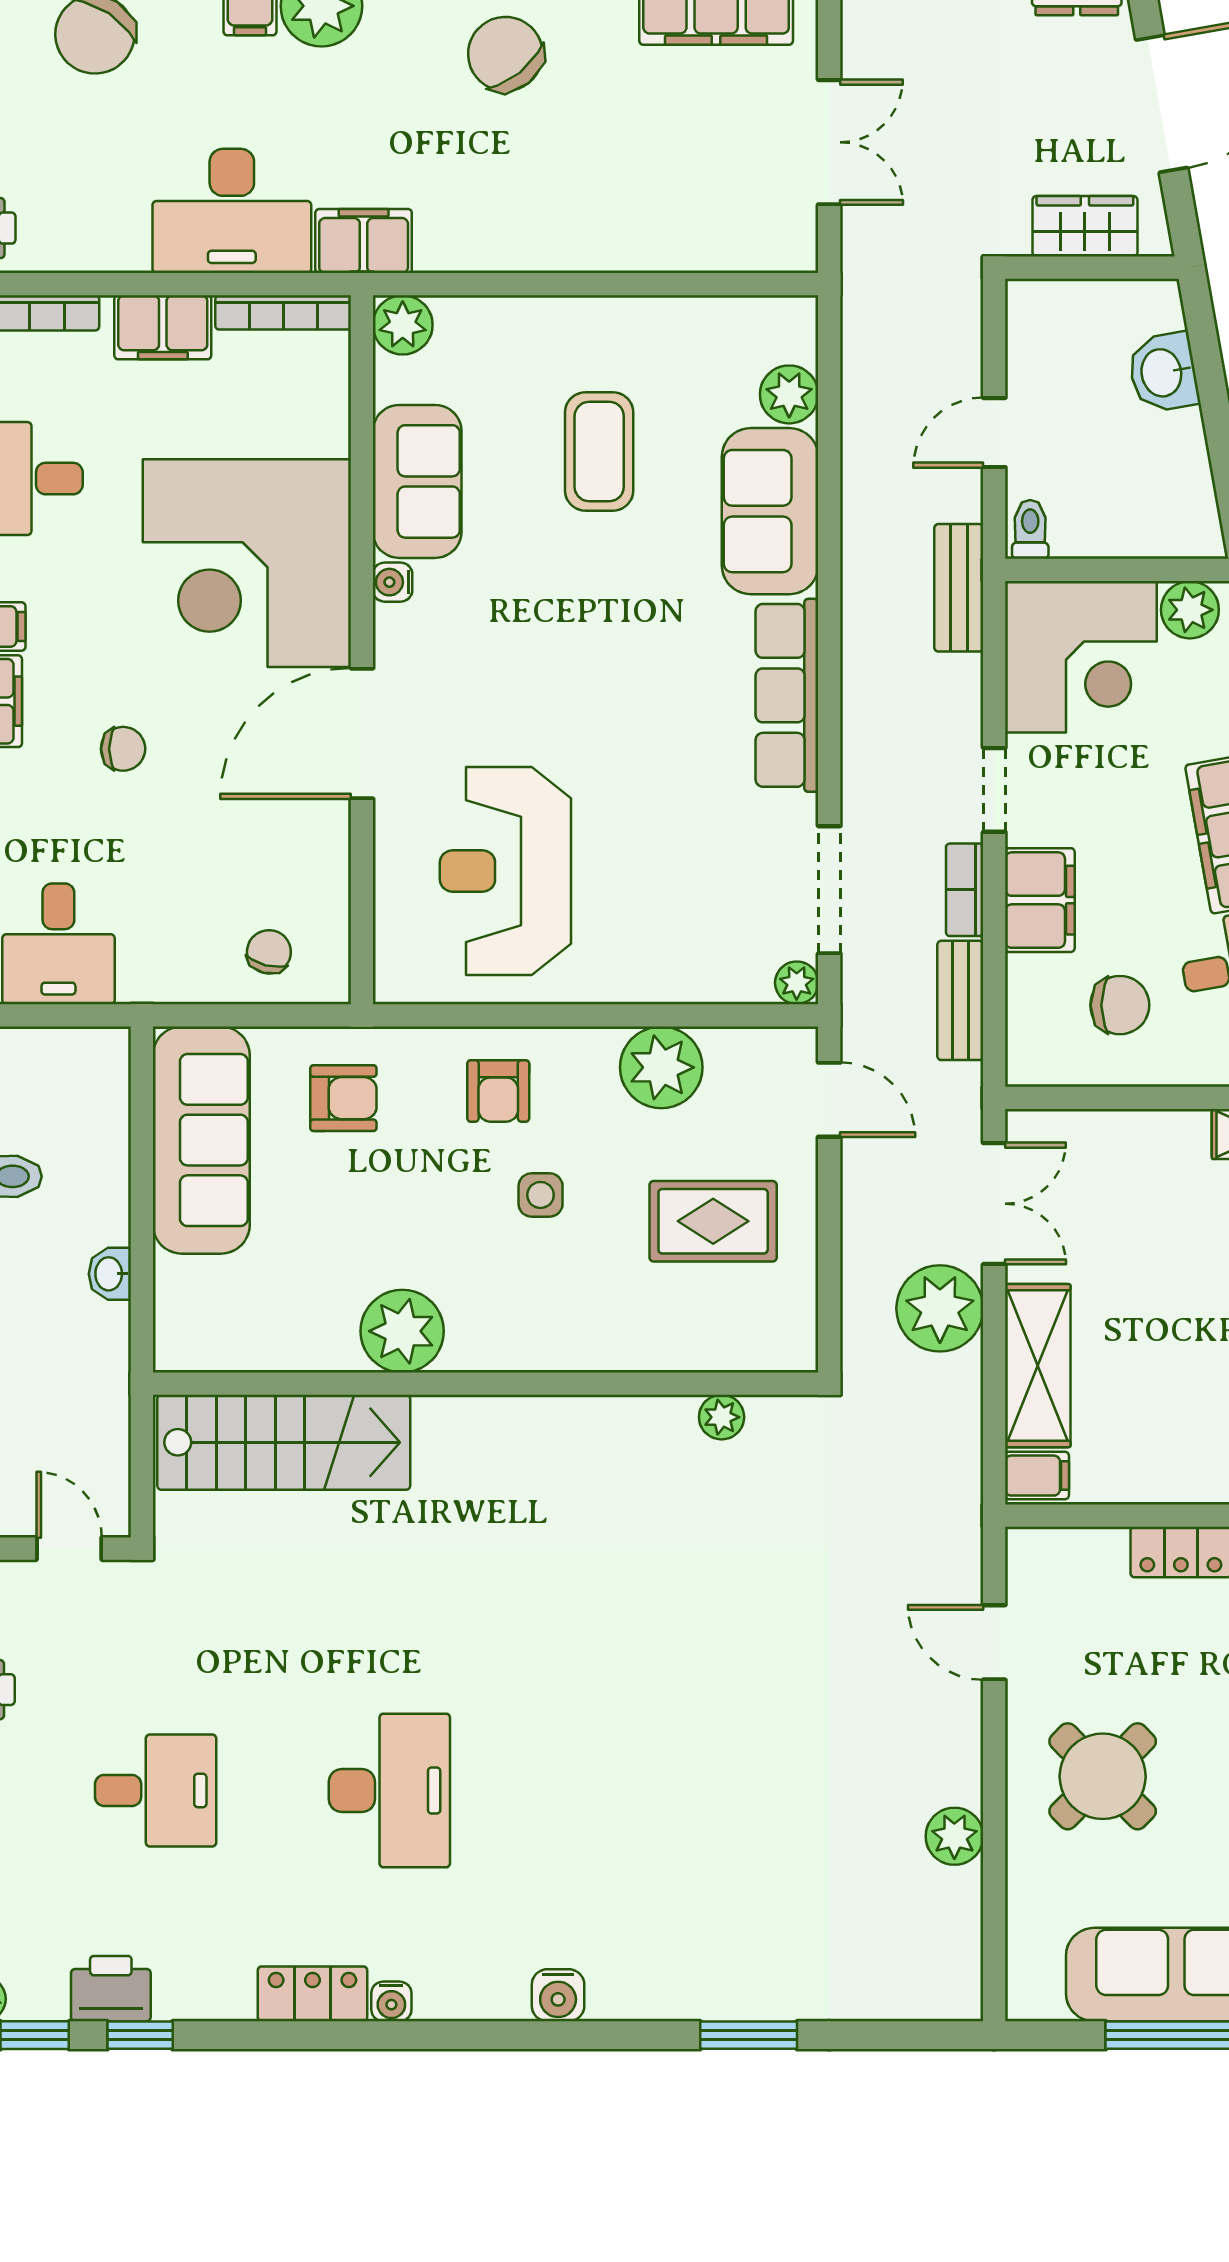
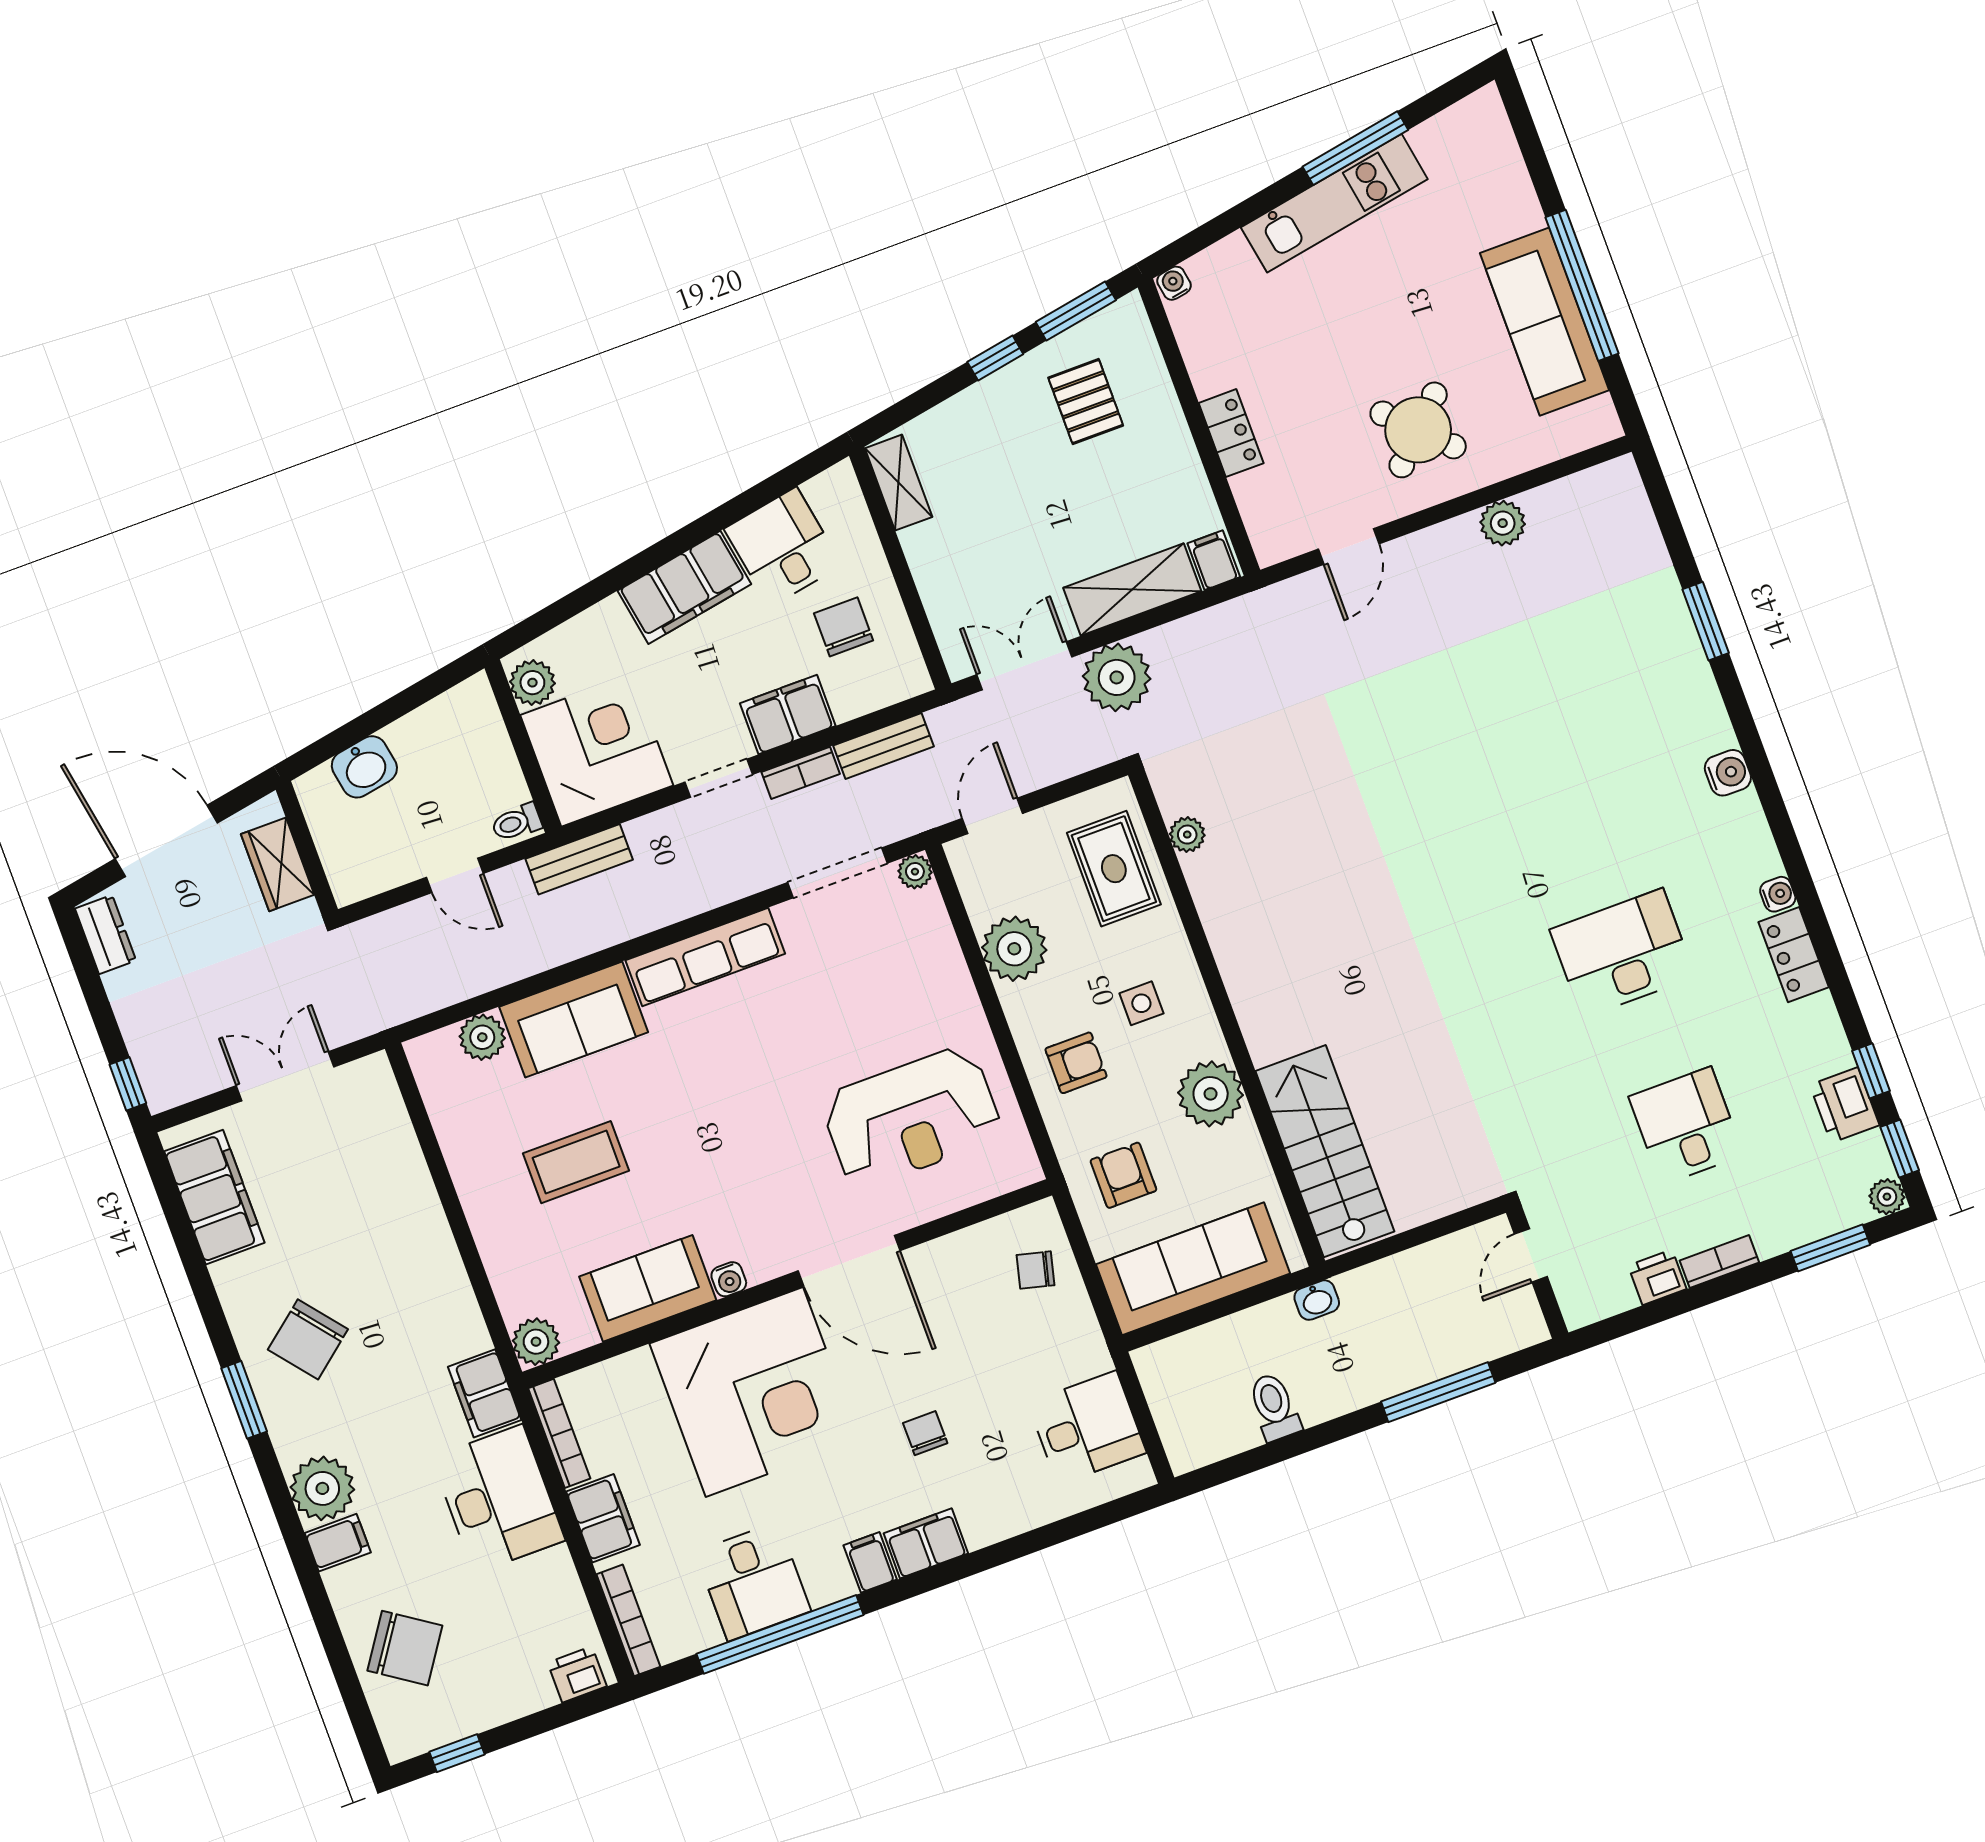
plant: (402, 1331) -> (1211, 1094), moved
wall: (486, 1384) -> (1227, 1018), moved
plant: (722, 1417) -> (1187, 835), moved
stairs: (284, 1442) -> (1325, 1151), moved

